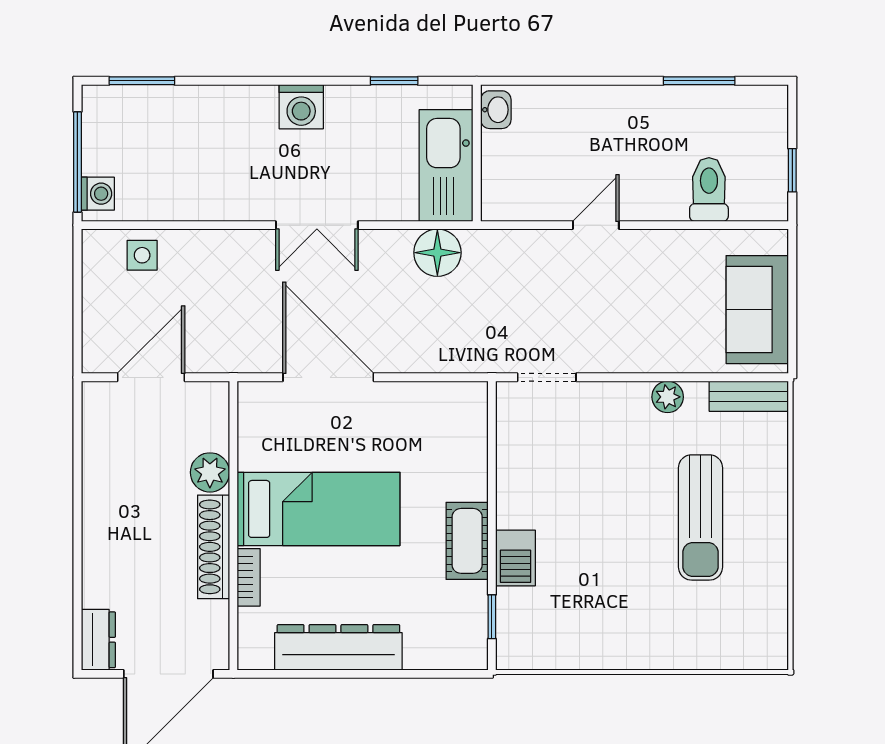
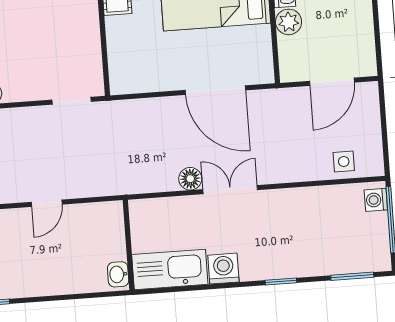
window: (394, 81) -> (281, 282), moved
washing machine: (301, 107) -> (223, 269), moved
kitchen sink: (446, 165) -> (170, 269), moved, turned -90
floor lamp: (437, 253) -> (190, 179), moved, width x0.73, depth x0.73

